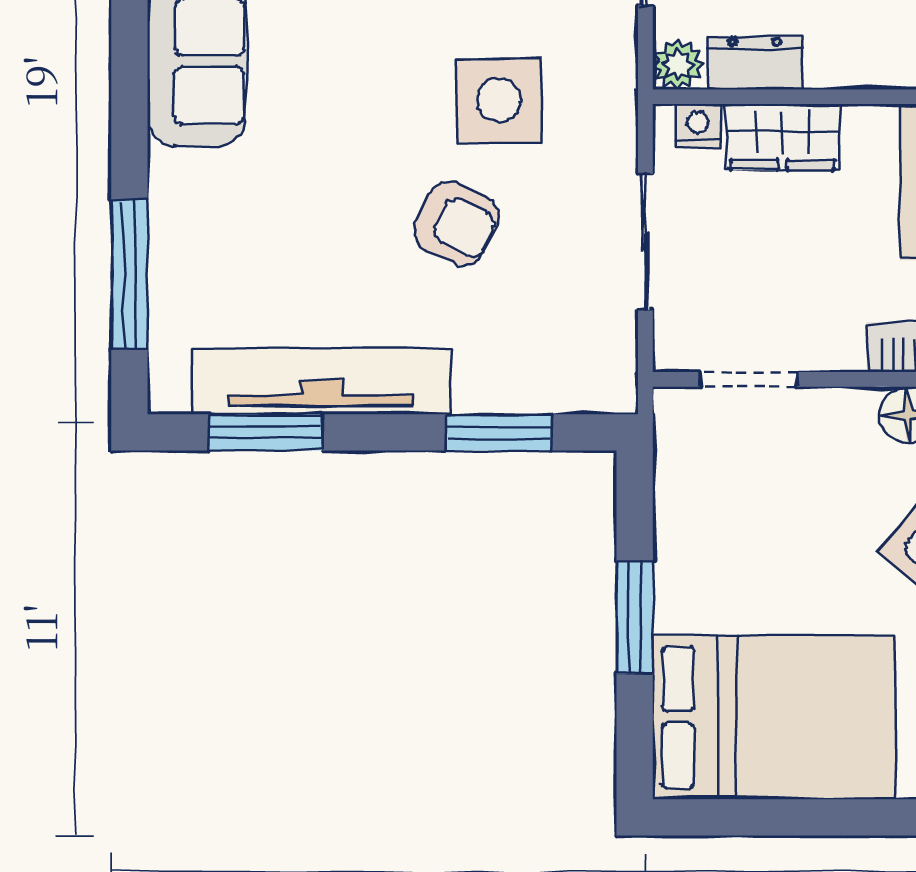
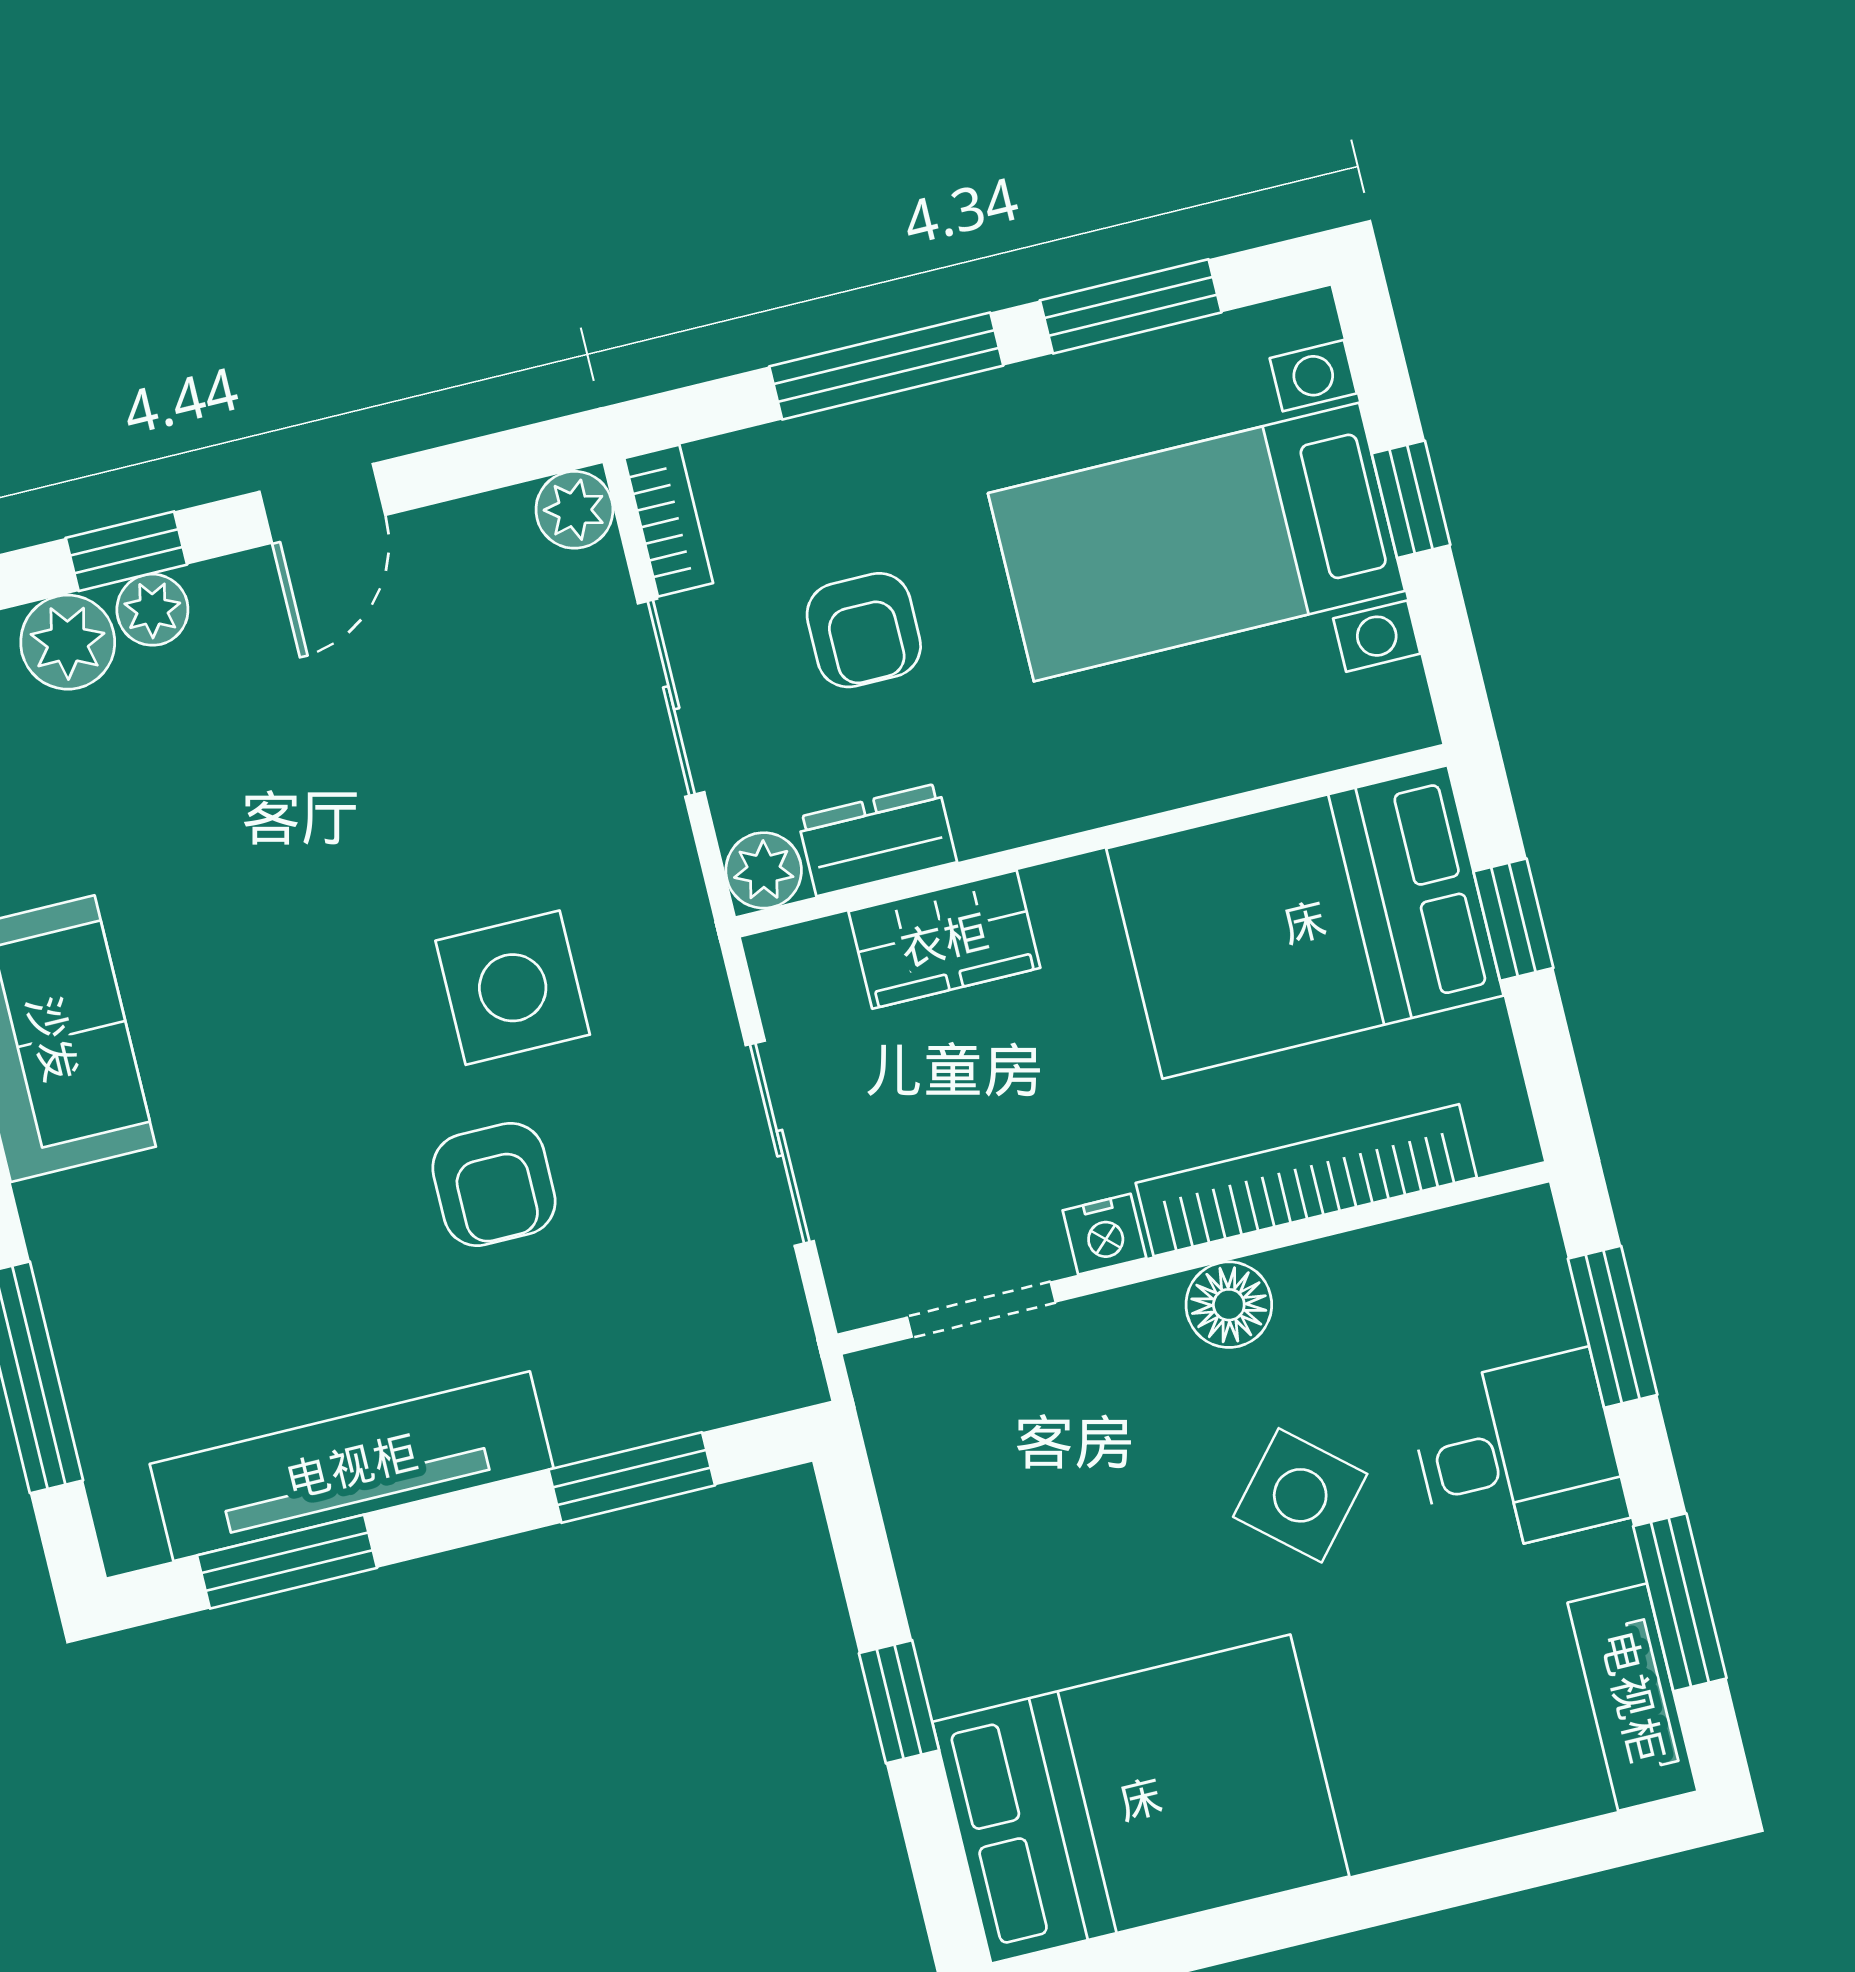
nightstand: (698, 126) -> (1104, 1234), moved, turned 180
armchair: (456, 223) -> (494, 1184), turned 64
window: (635, 617) -> (899, 1702), width x0.67

